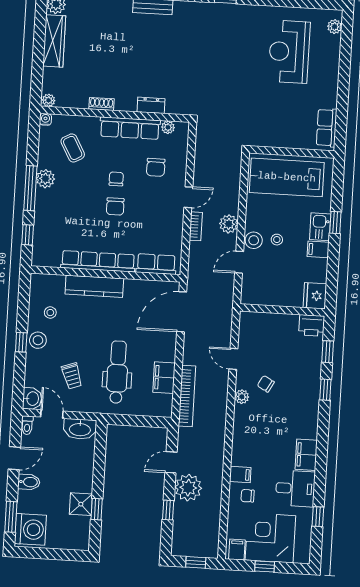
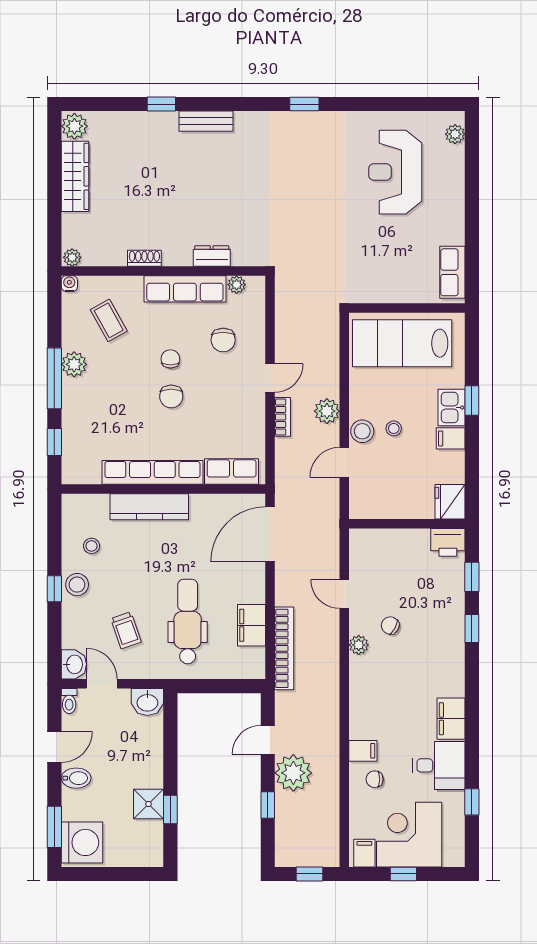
washbasin: (80, 429) -> (147, 702), width x0.72

